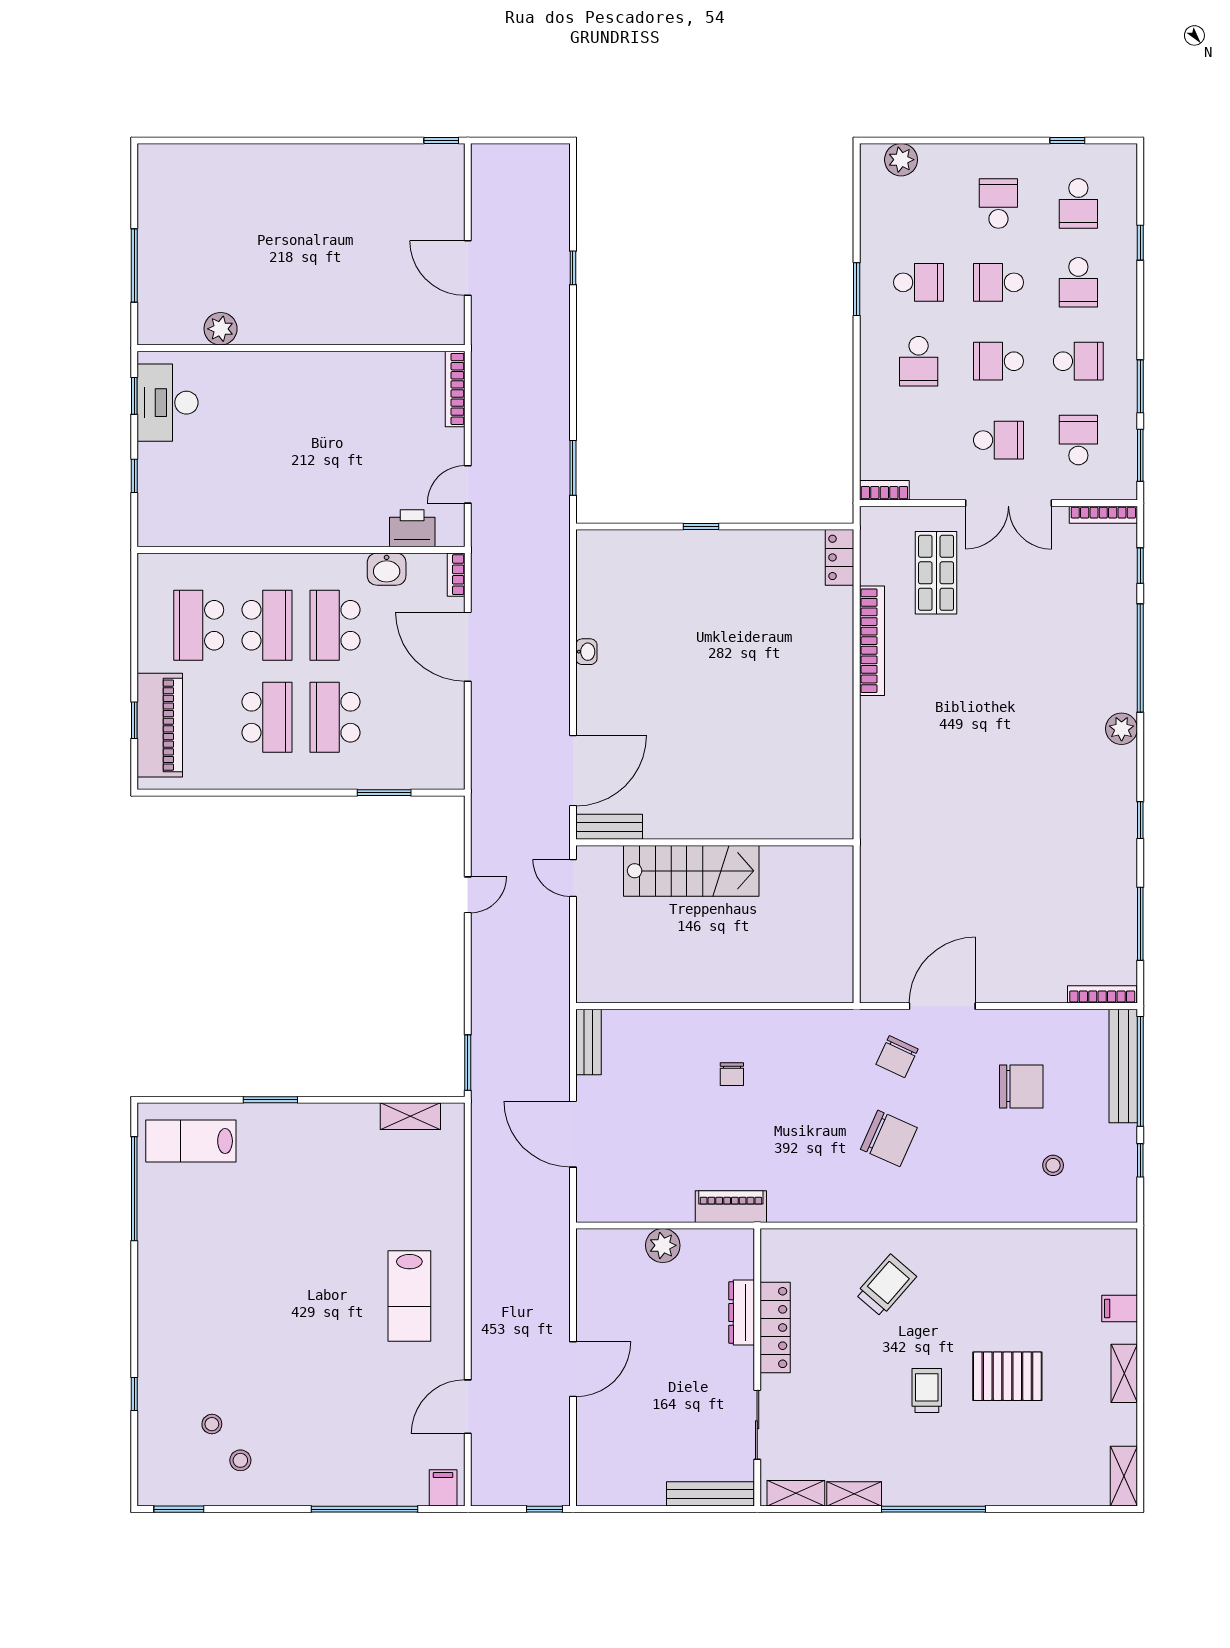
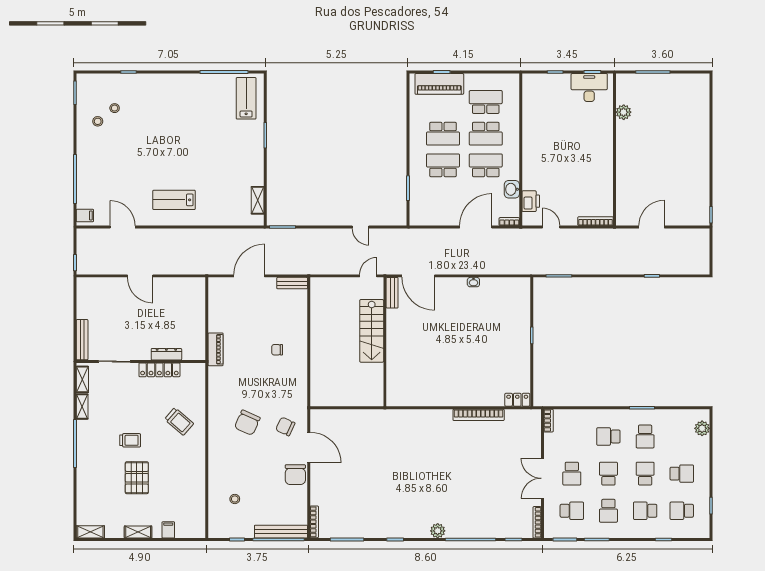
shop shelf: (936, 573) -> (510, 445), removed
chair: (1021, 1086) -> (295, 475), moved
plant: (663, 1245) -> (198, 318), removed

